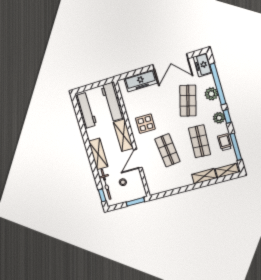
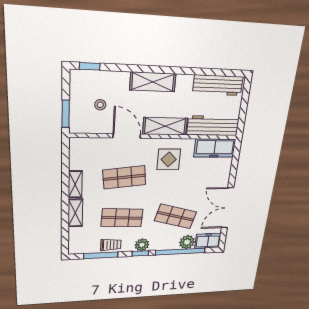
freezer: (141, 81) -> (215, 148), moved, turned -90
plant: (211, 94) -> (187, 242), moved
shelving: (227, 171) -> (75, 184), moved
bicycle: (106, 184) -> (105, 78), removed

